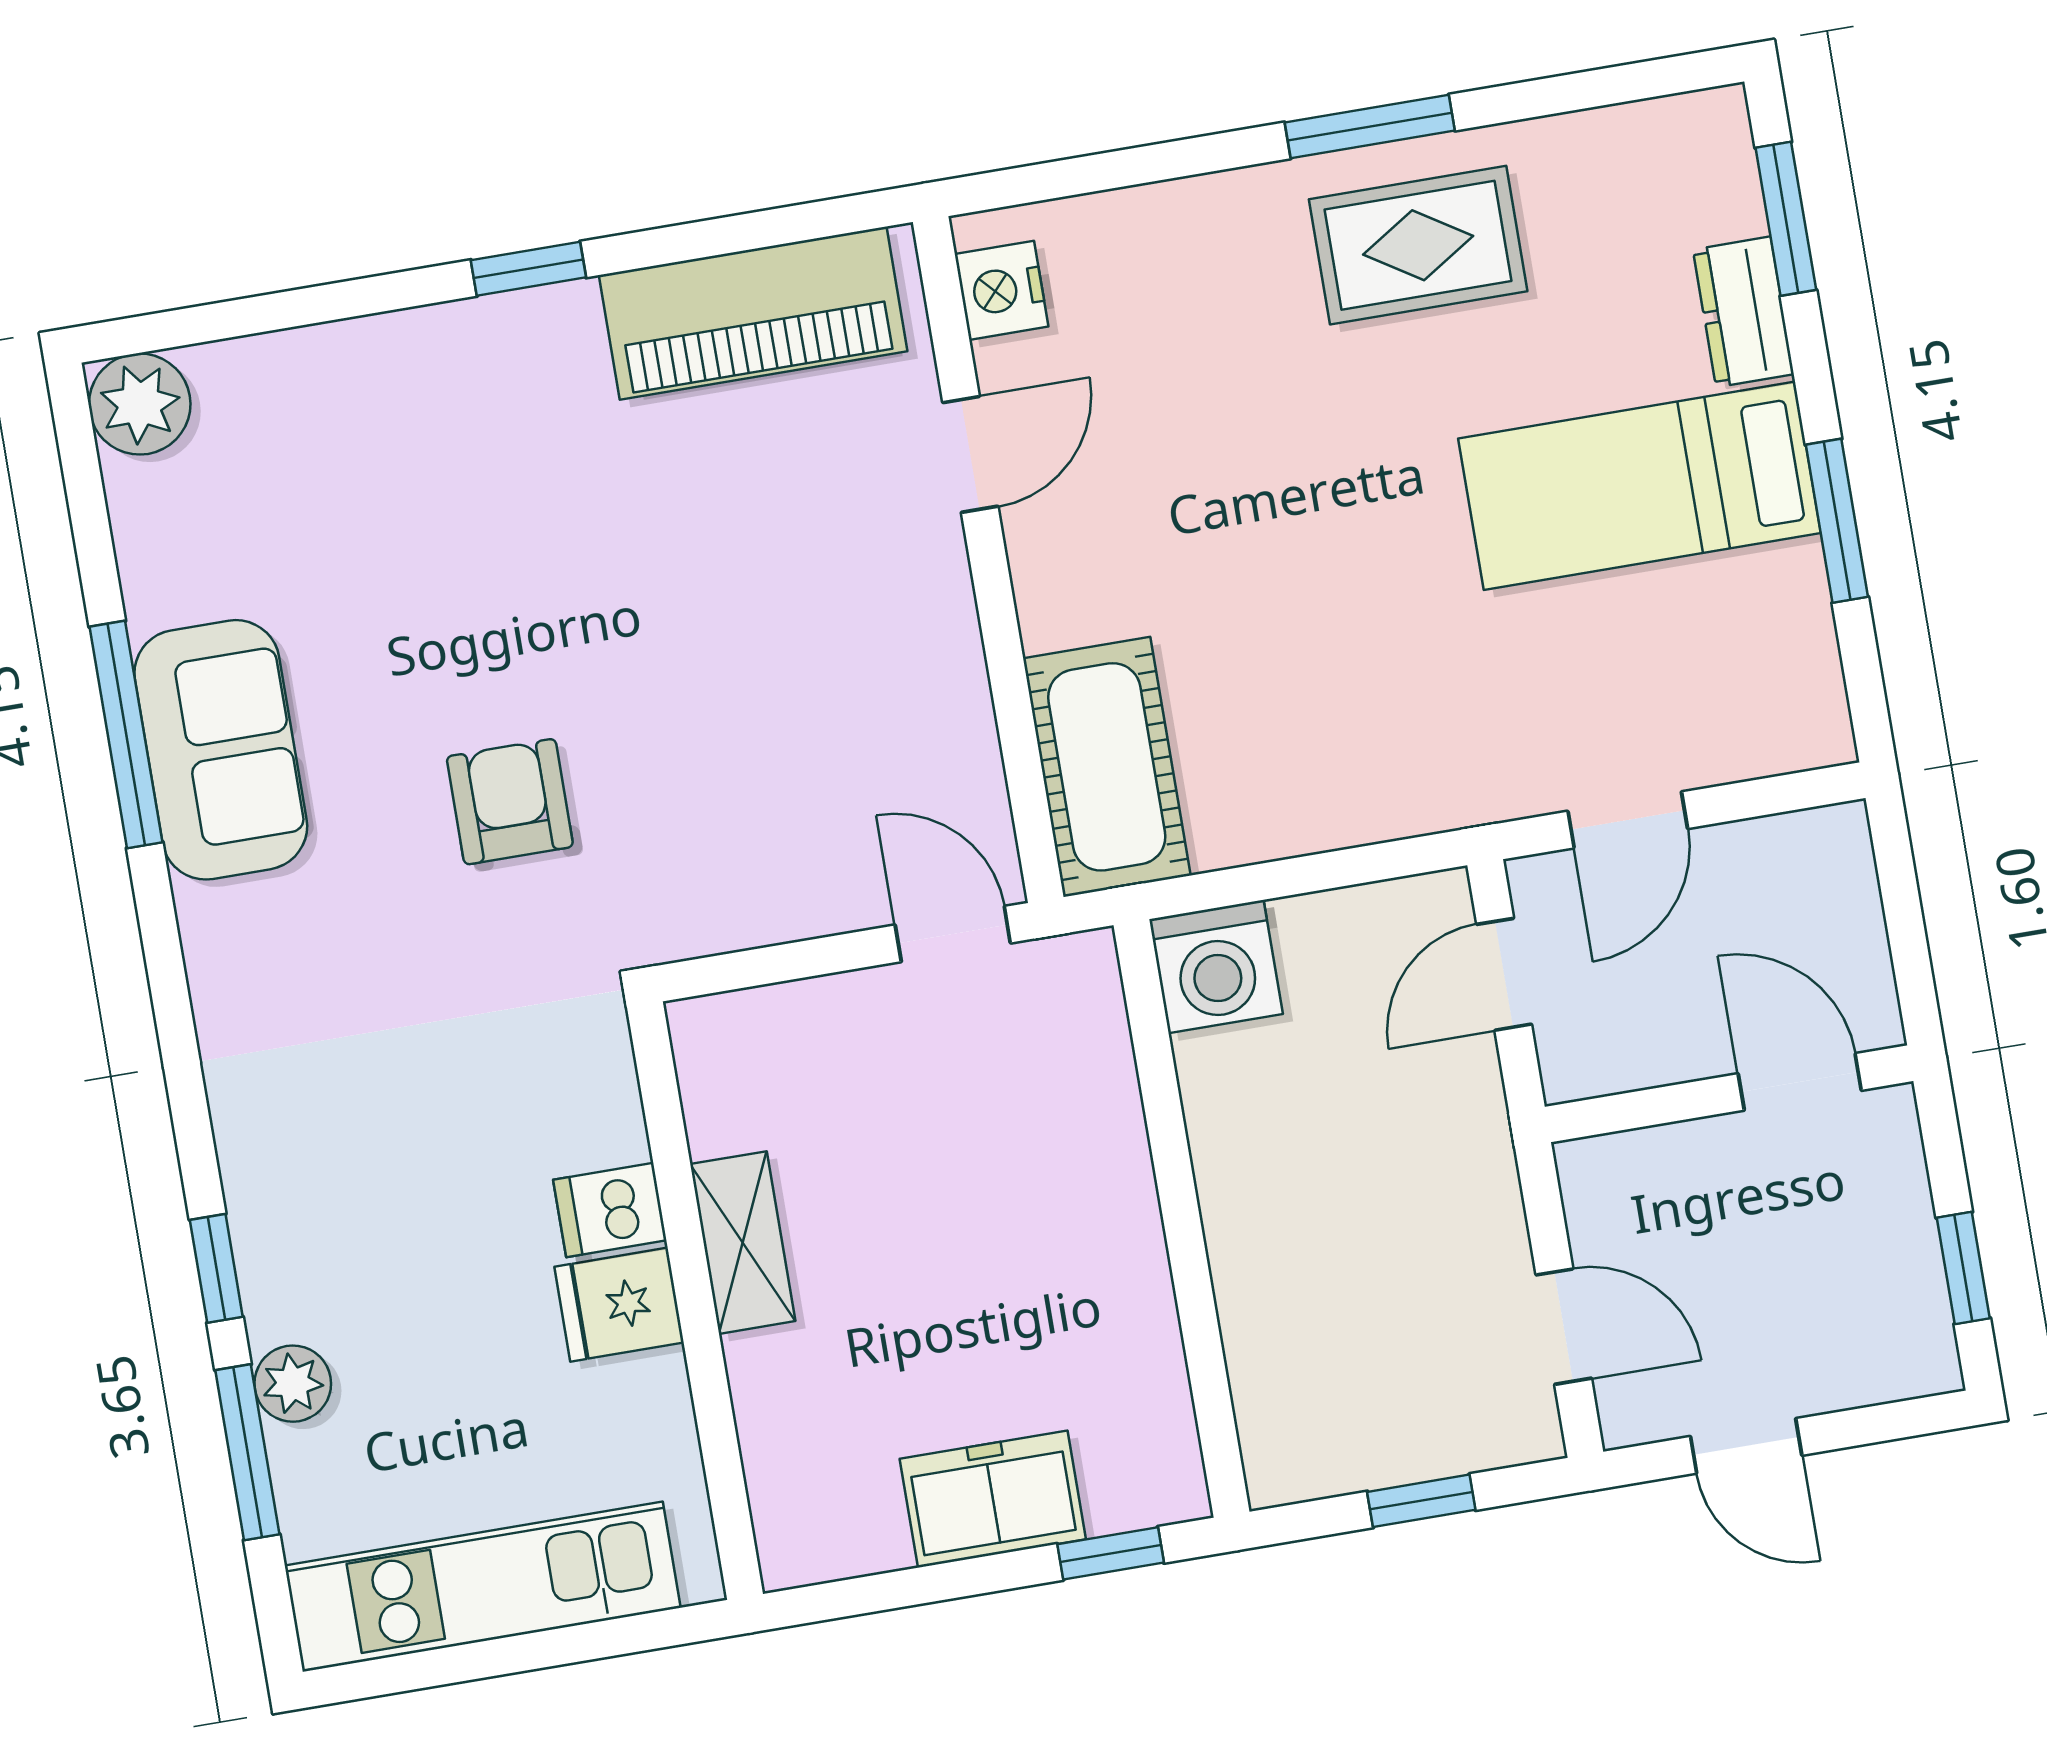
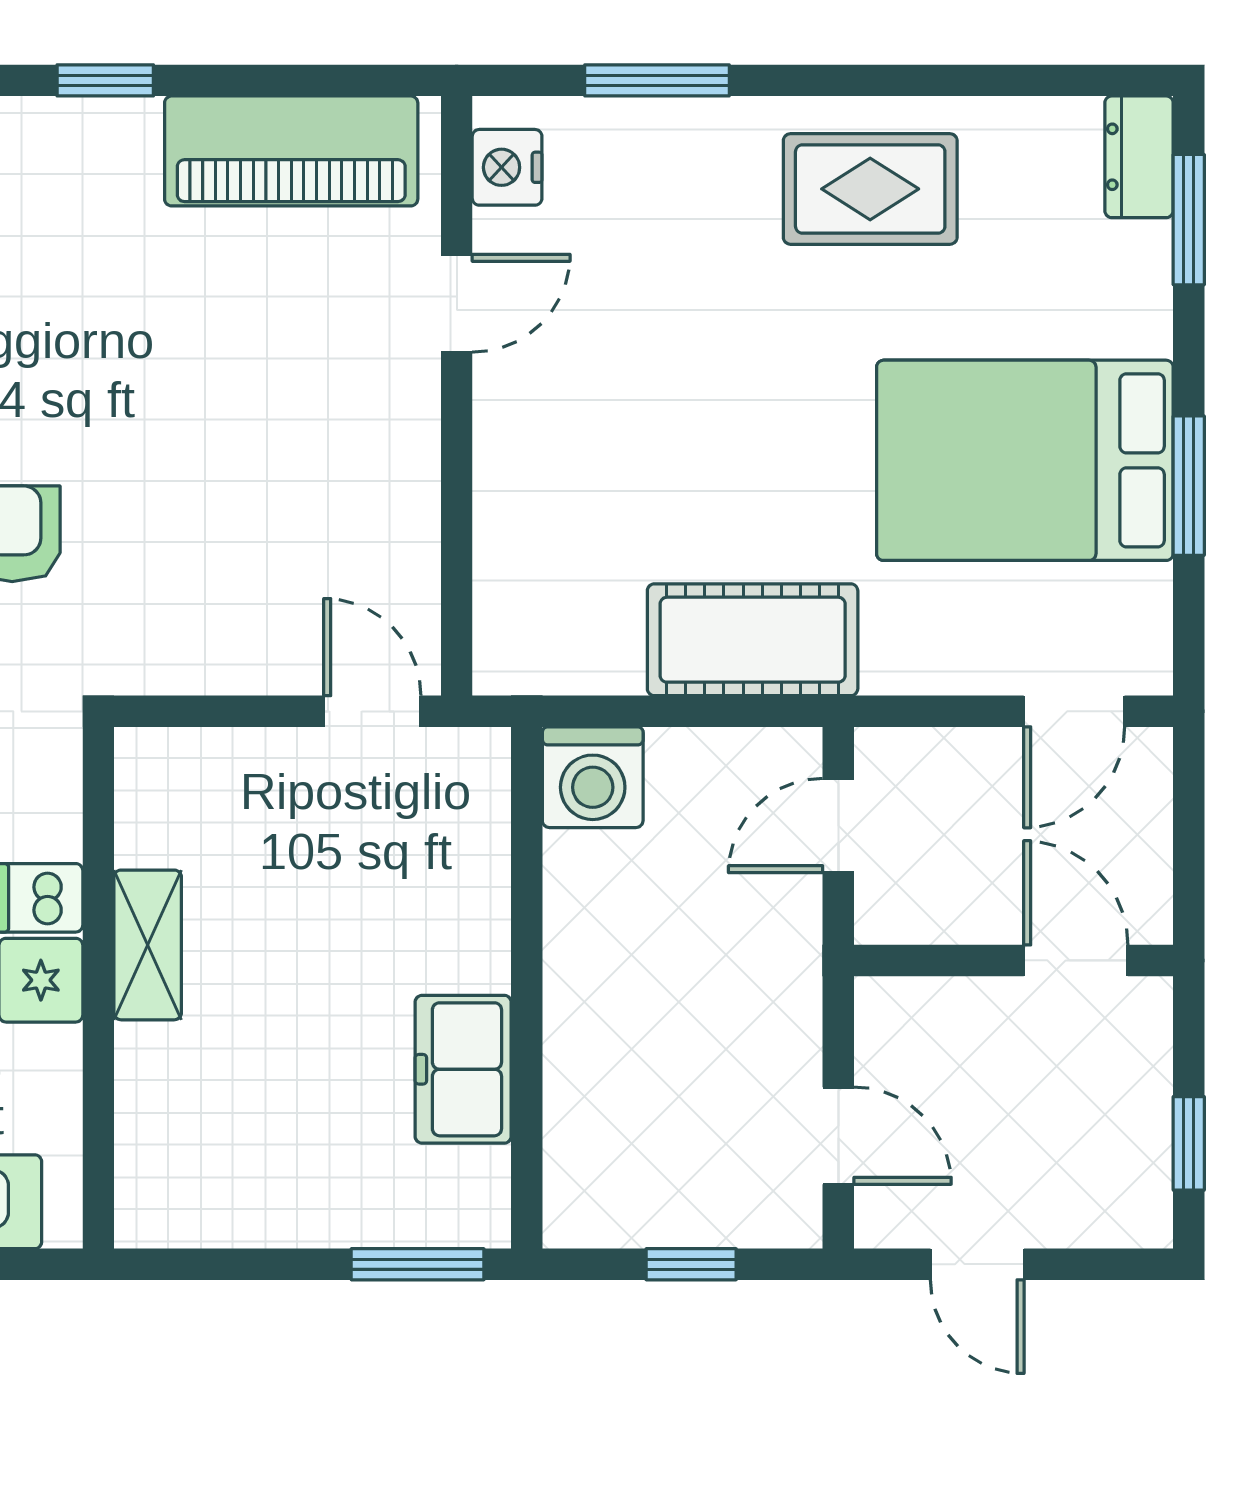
window: (1370, 126) -> (657, 80), moved
dresser: (1743, 312) -> (1139, 157), moved
bed: (1639, 486) -> (1025, 460), width x1.50
cot: (1107, 767) -> (753, 640), moved, turned 90
door: (1628, 820) -> (1074, 711), moved
freezer: (993, 1499) -> (463, 1069), moved, turned -90
window: (1111, 1553) -> (418, 1264), width x1.50

